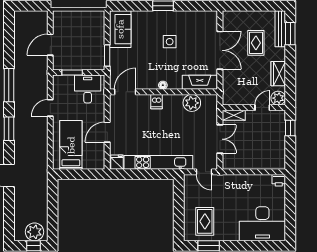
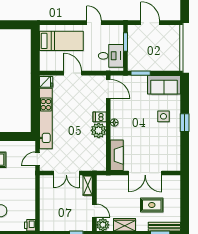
side table: (170, 42) -> (163, 116), moved
plant: (192, 103) -> (99, 130), moved

